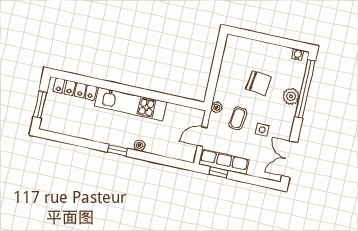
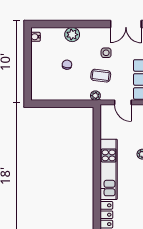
chair: (259, 83) -> (67, 65), width x0.54, depth x0.54
window: (305, 89) -> (63, 24), removed

